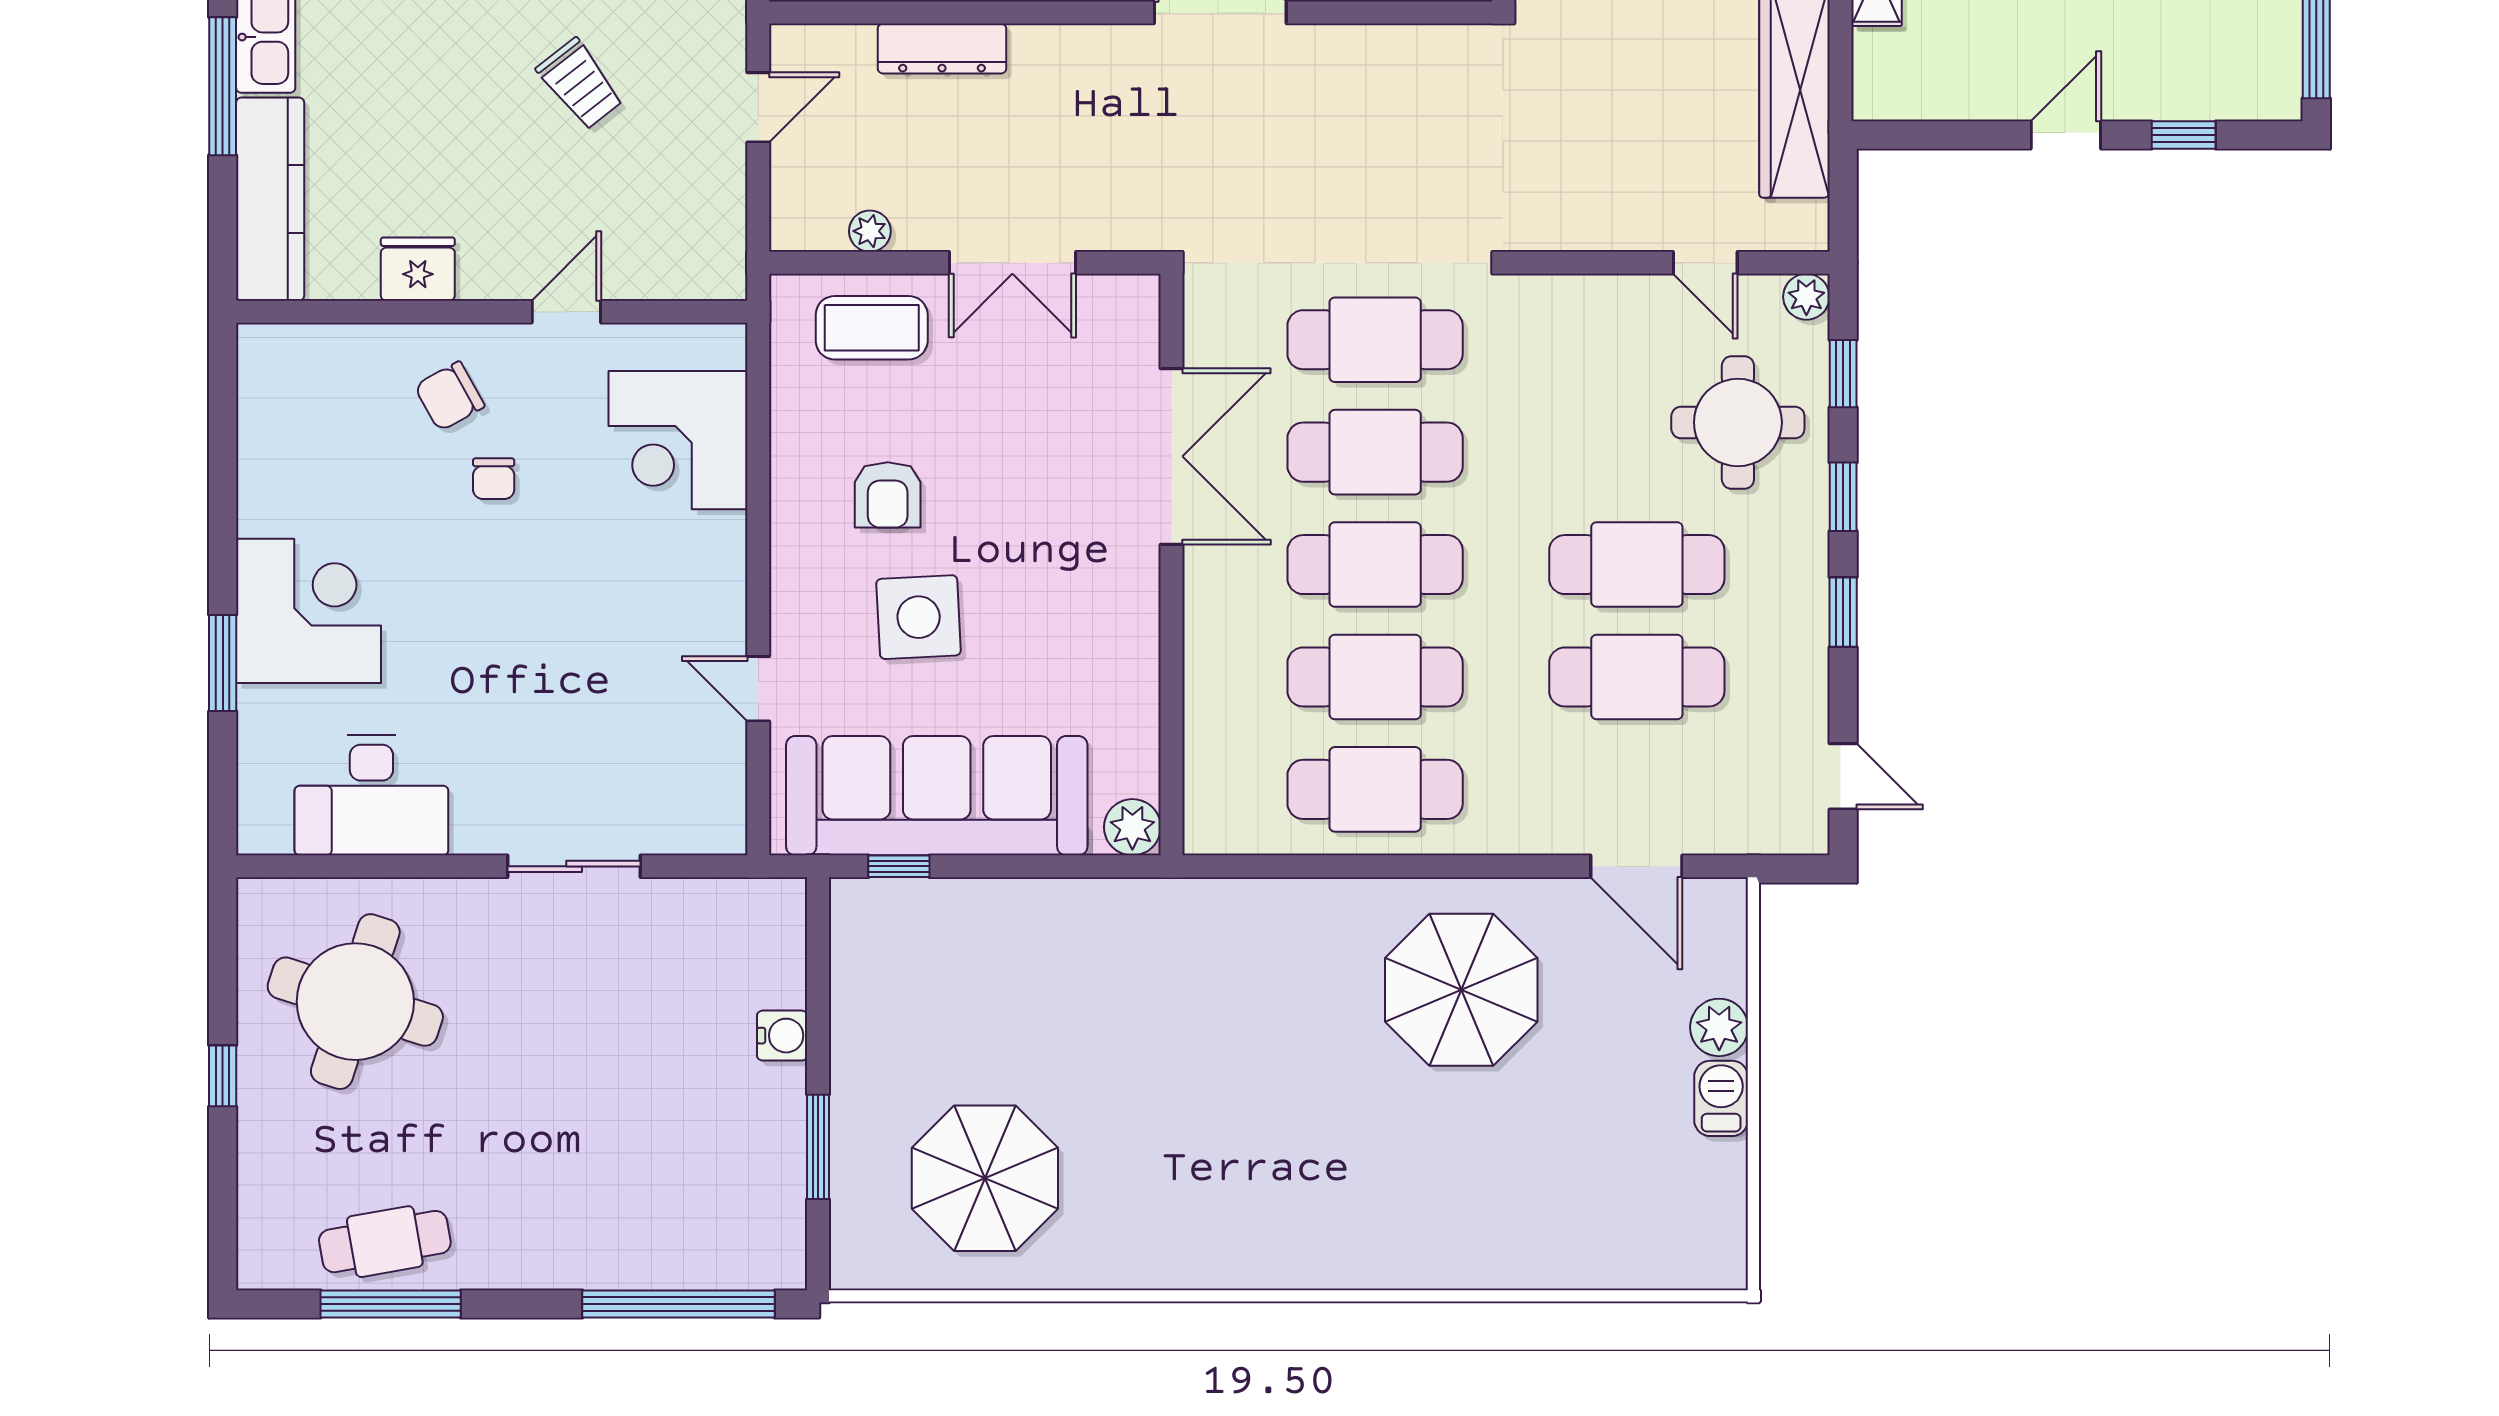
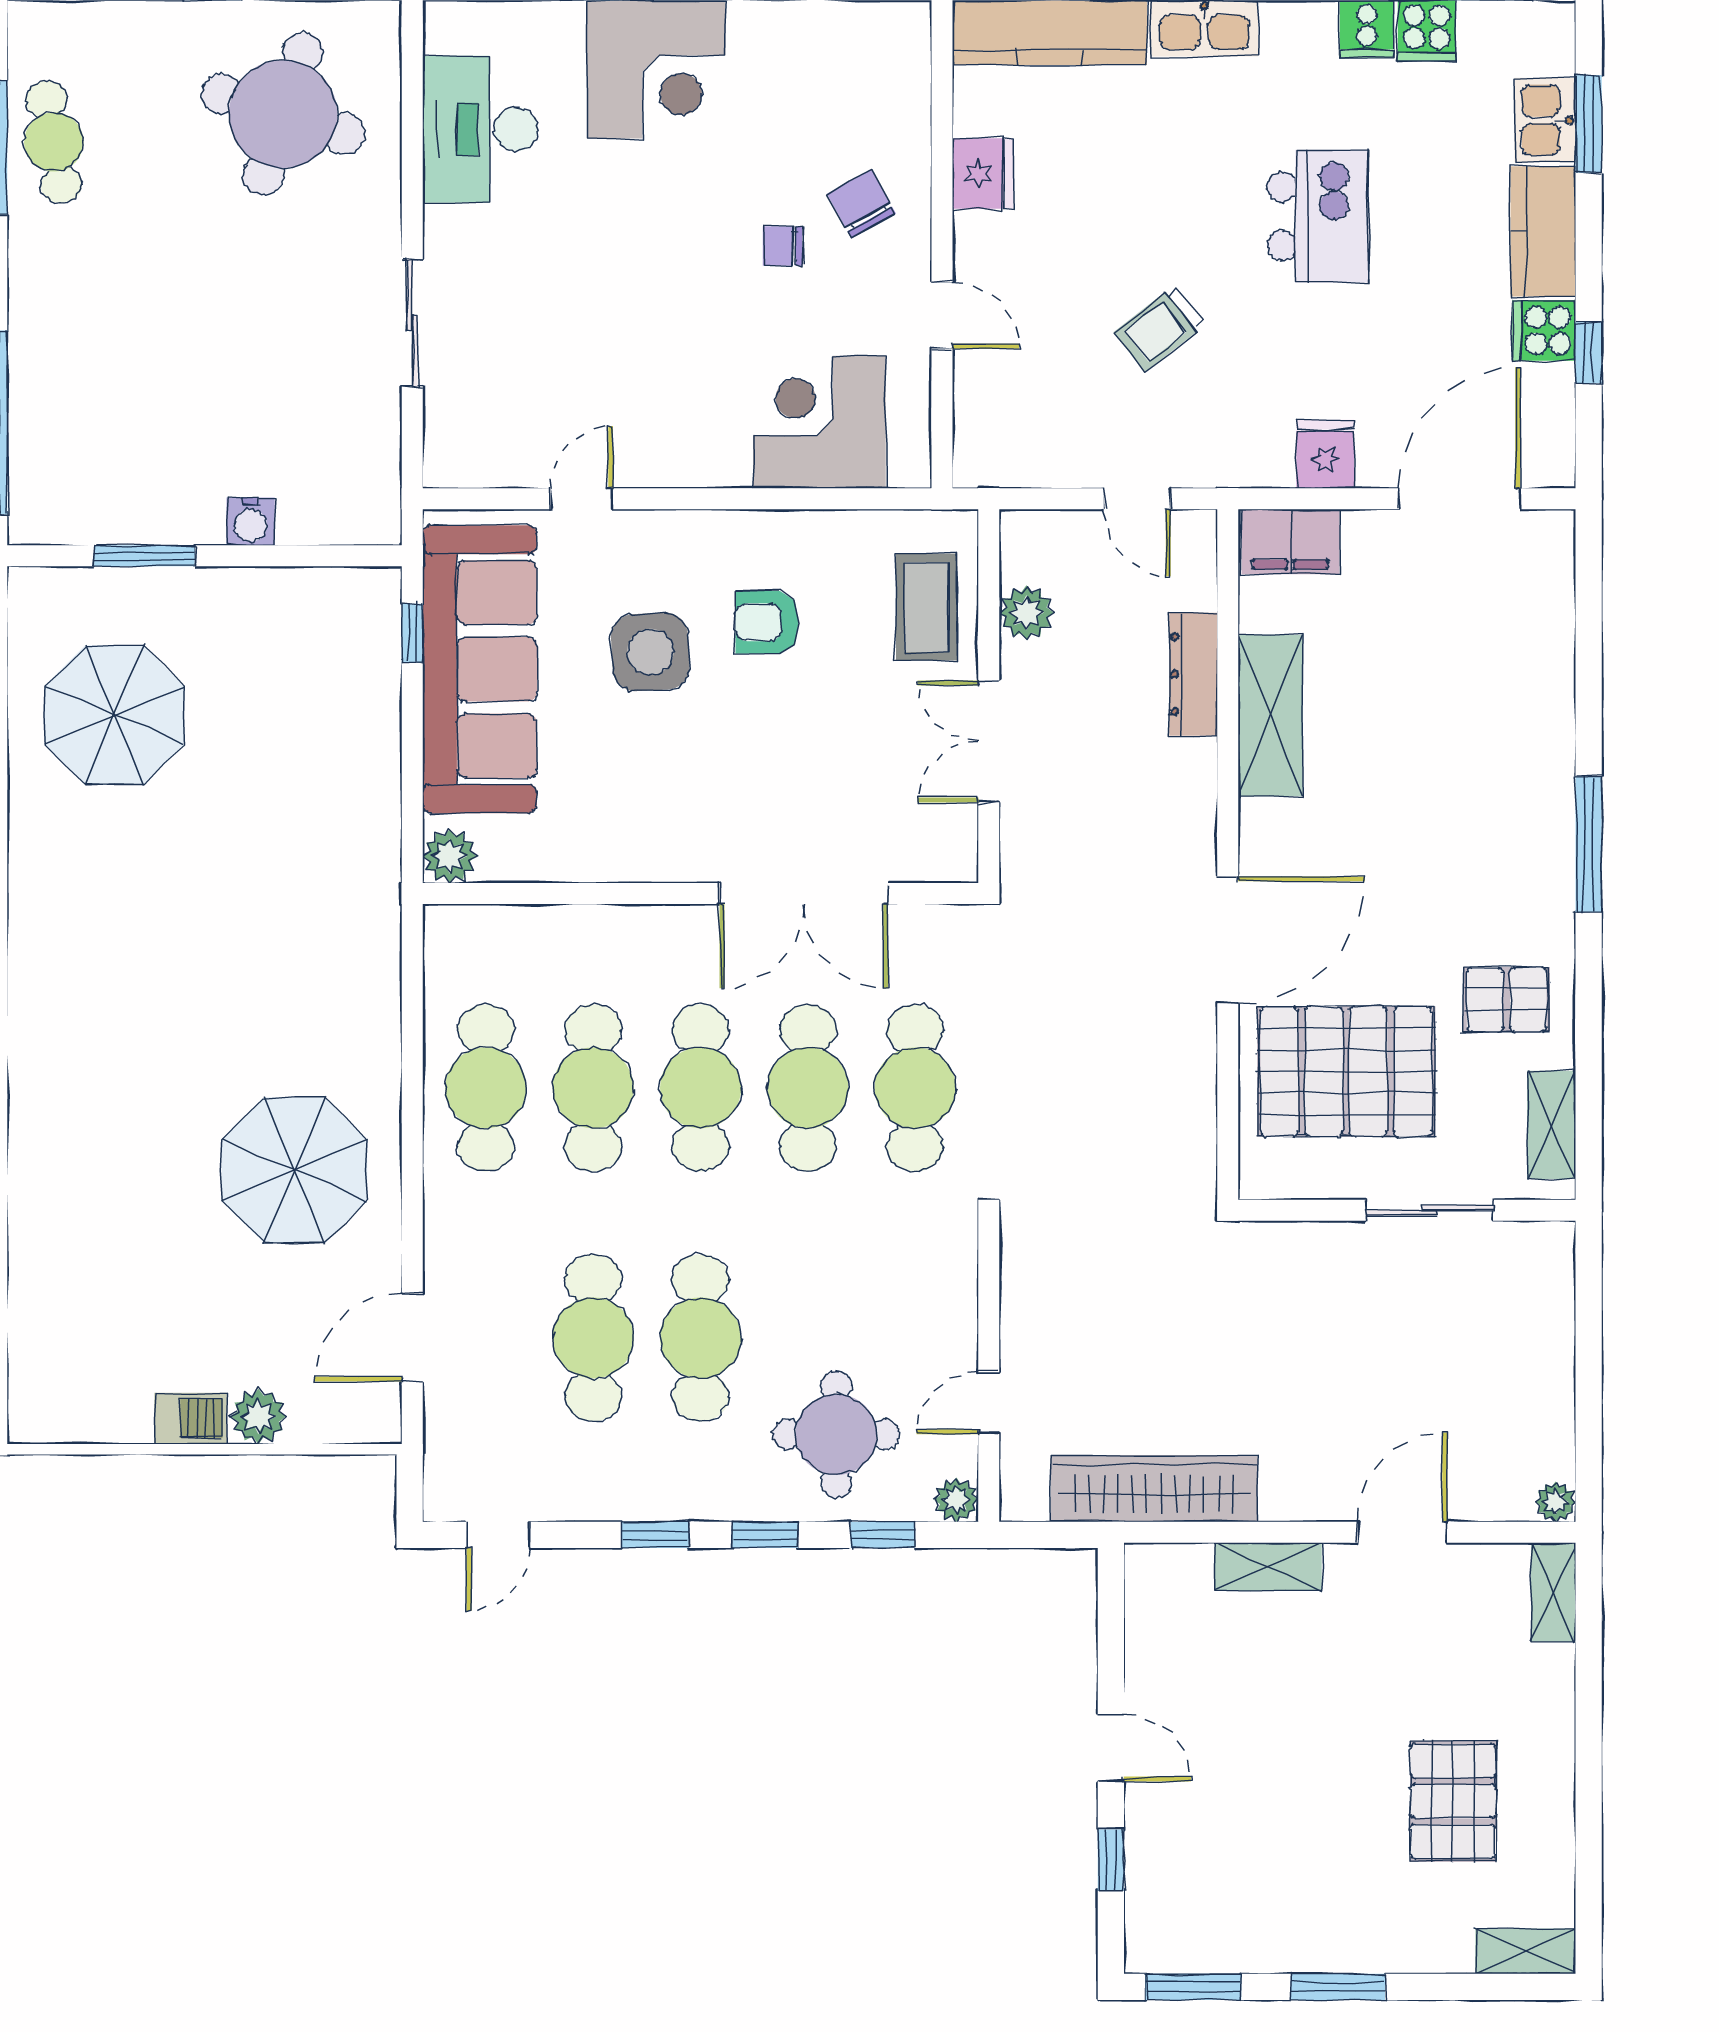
plant: (870, 231) -> (1026, 613), width x1.38, depth x1.38

